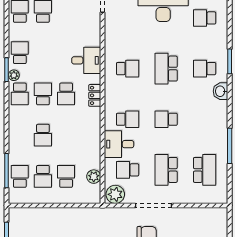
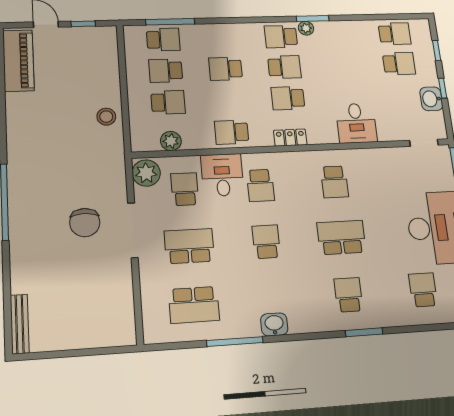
school desk: (20, 53) -> (232, 132), moved, turned 180
desk: (86, 60) -> (356, 123), moved
washbasin: (220, 91) -> (274, 324), moved
stool: (75, 218) -> (106, 117), added

